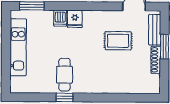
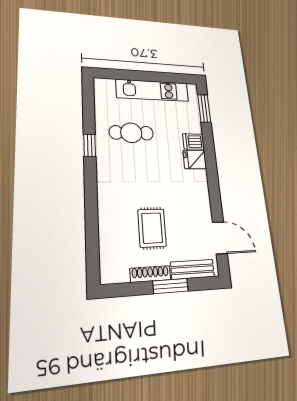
rug: (118, 41) -> (152, 228), moved
cafe table: (64, 75) -> (131, 133), moved

